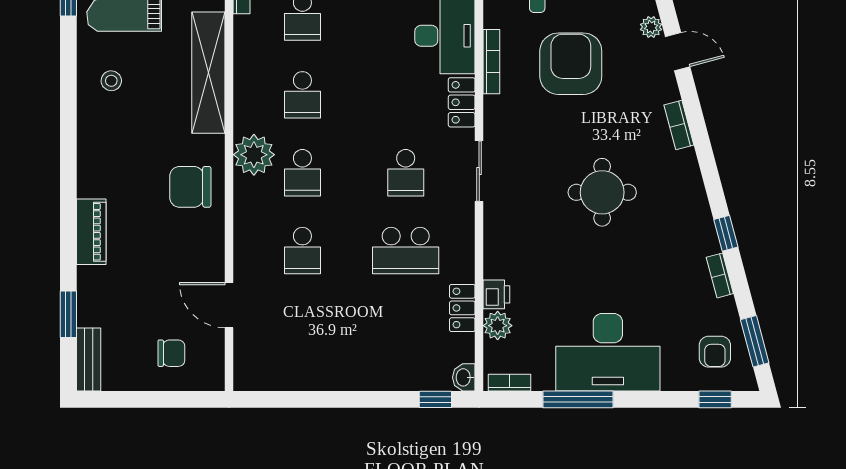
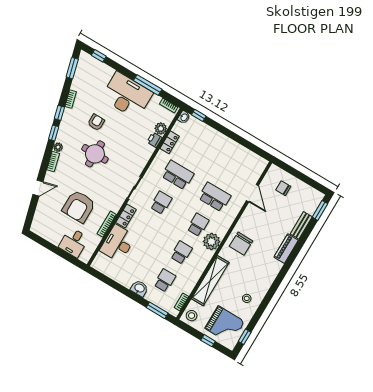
plant: (651, 27) -> (58, 147), moved
door: (678, 52) -> (38, 188), swing flipped
window: (713, 185) -> (54, 133), added
chair: (190, 187) -> (241, 244), turned 91
school desk: (302, 251) -> (215, 197), width x1.85
window: (68, 314) -> (320, 210), moved
armchair: (715, 352) -> (96, 122), moved
bench: (89, 359) -> (301, 225), moved

